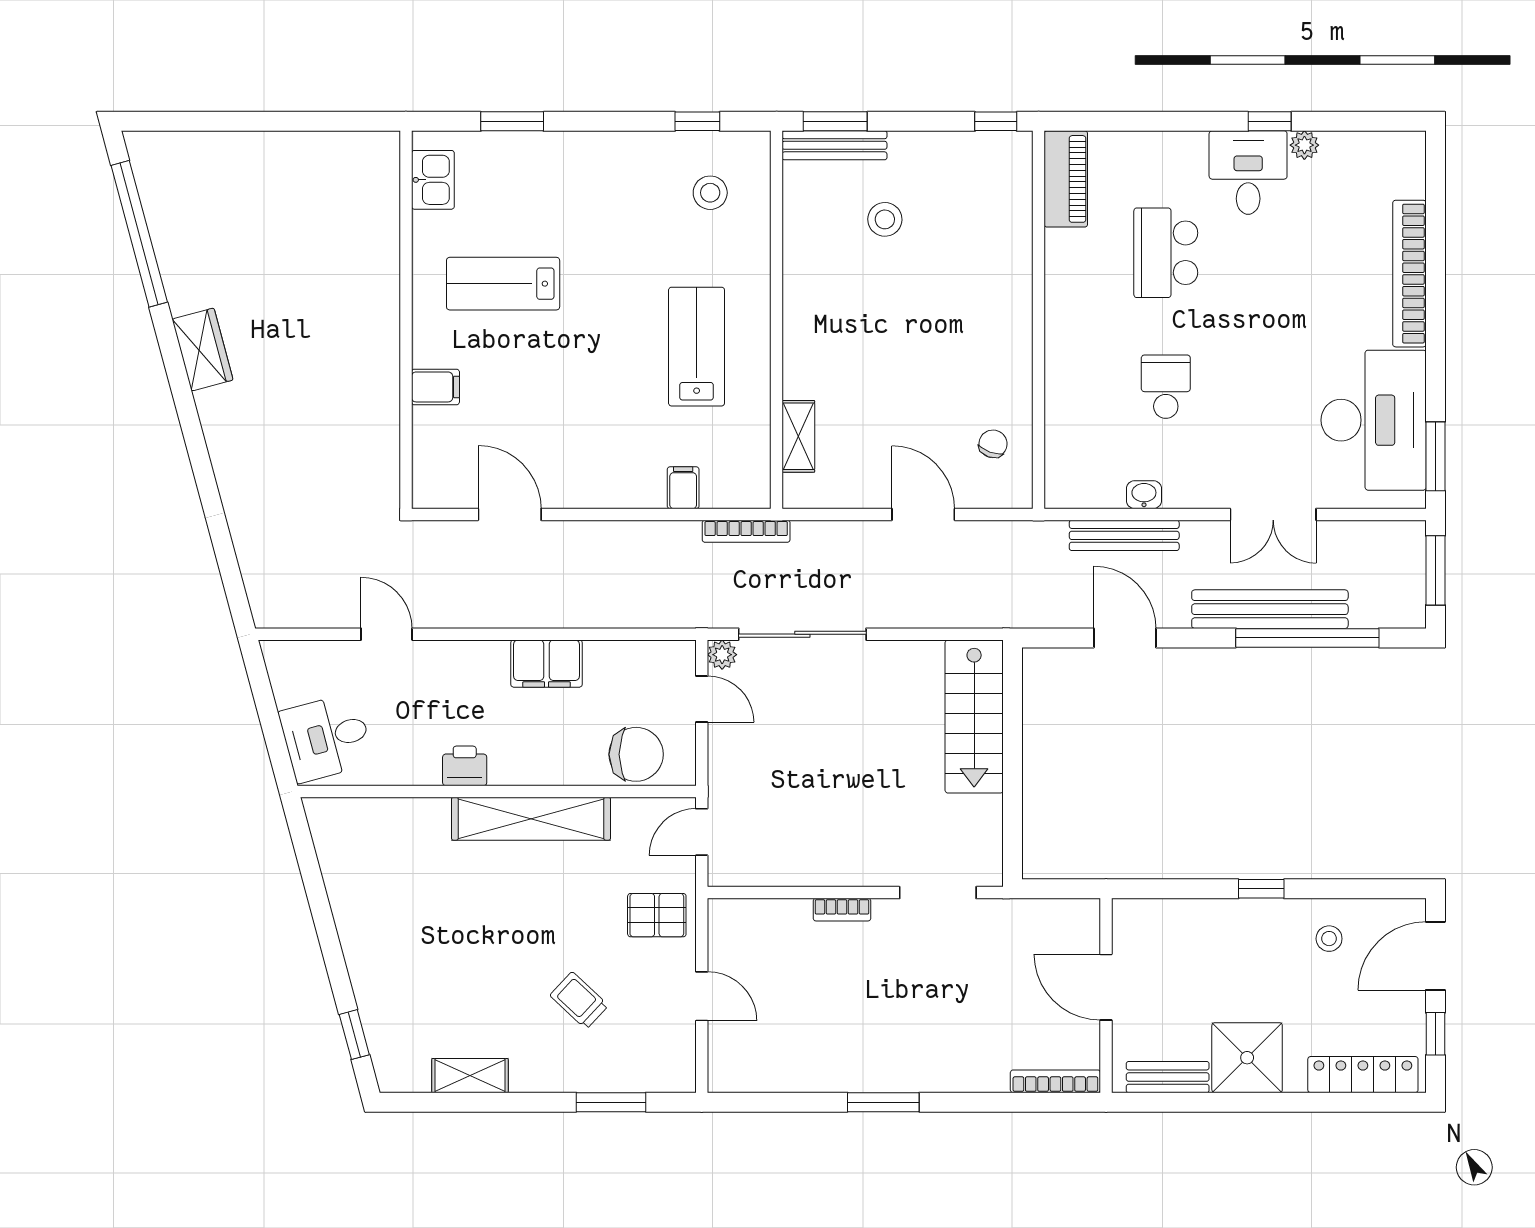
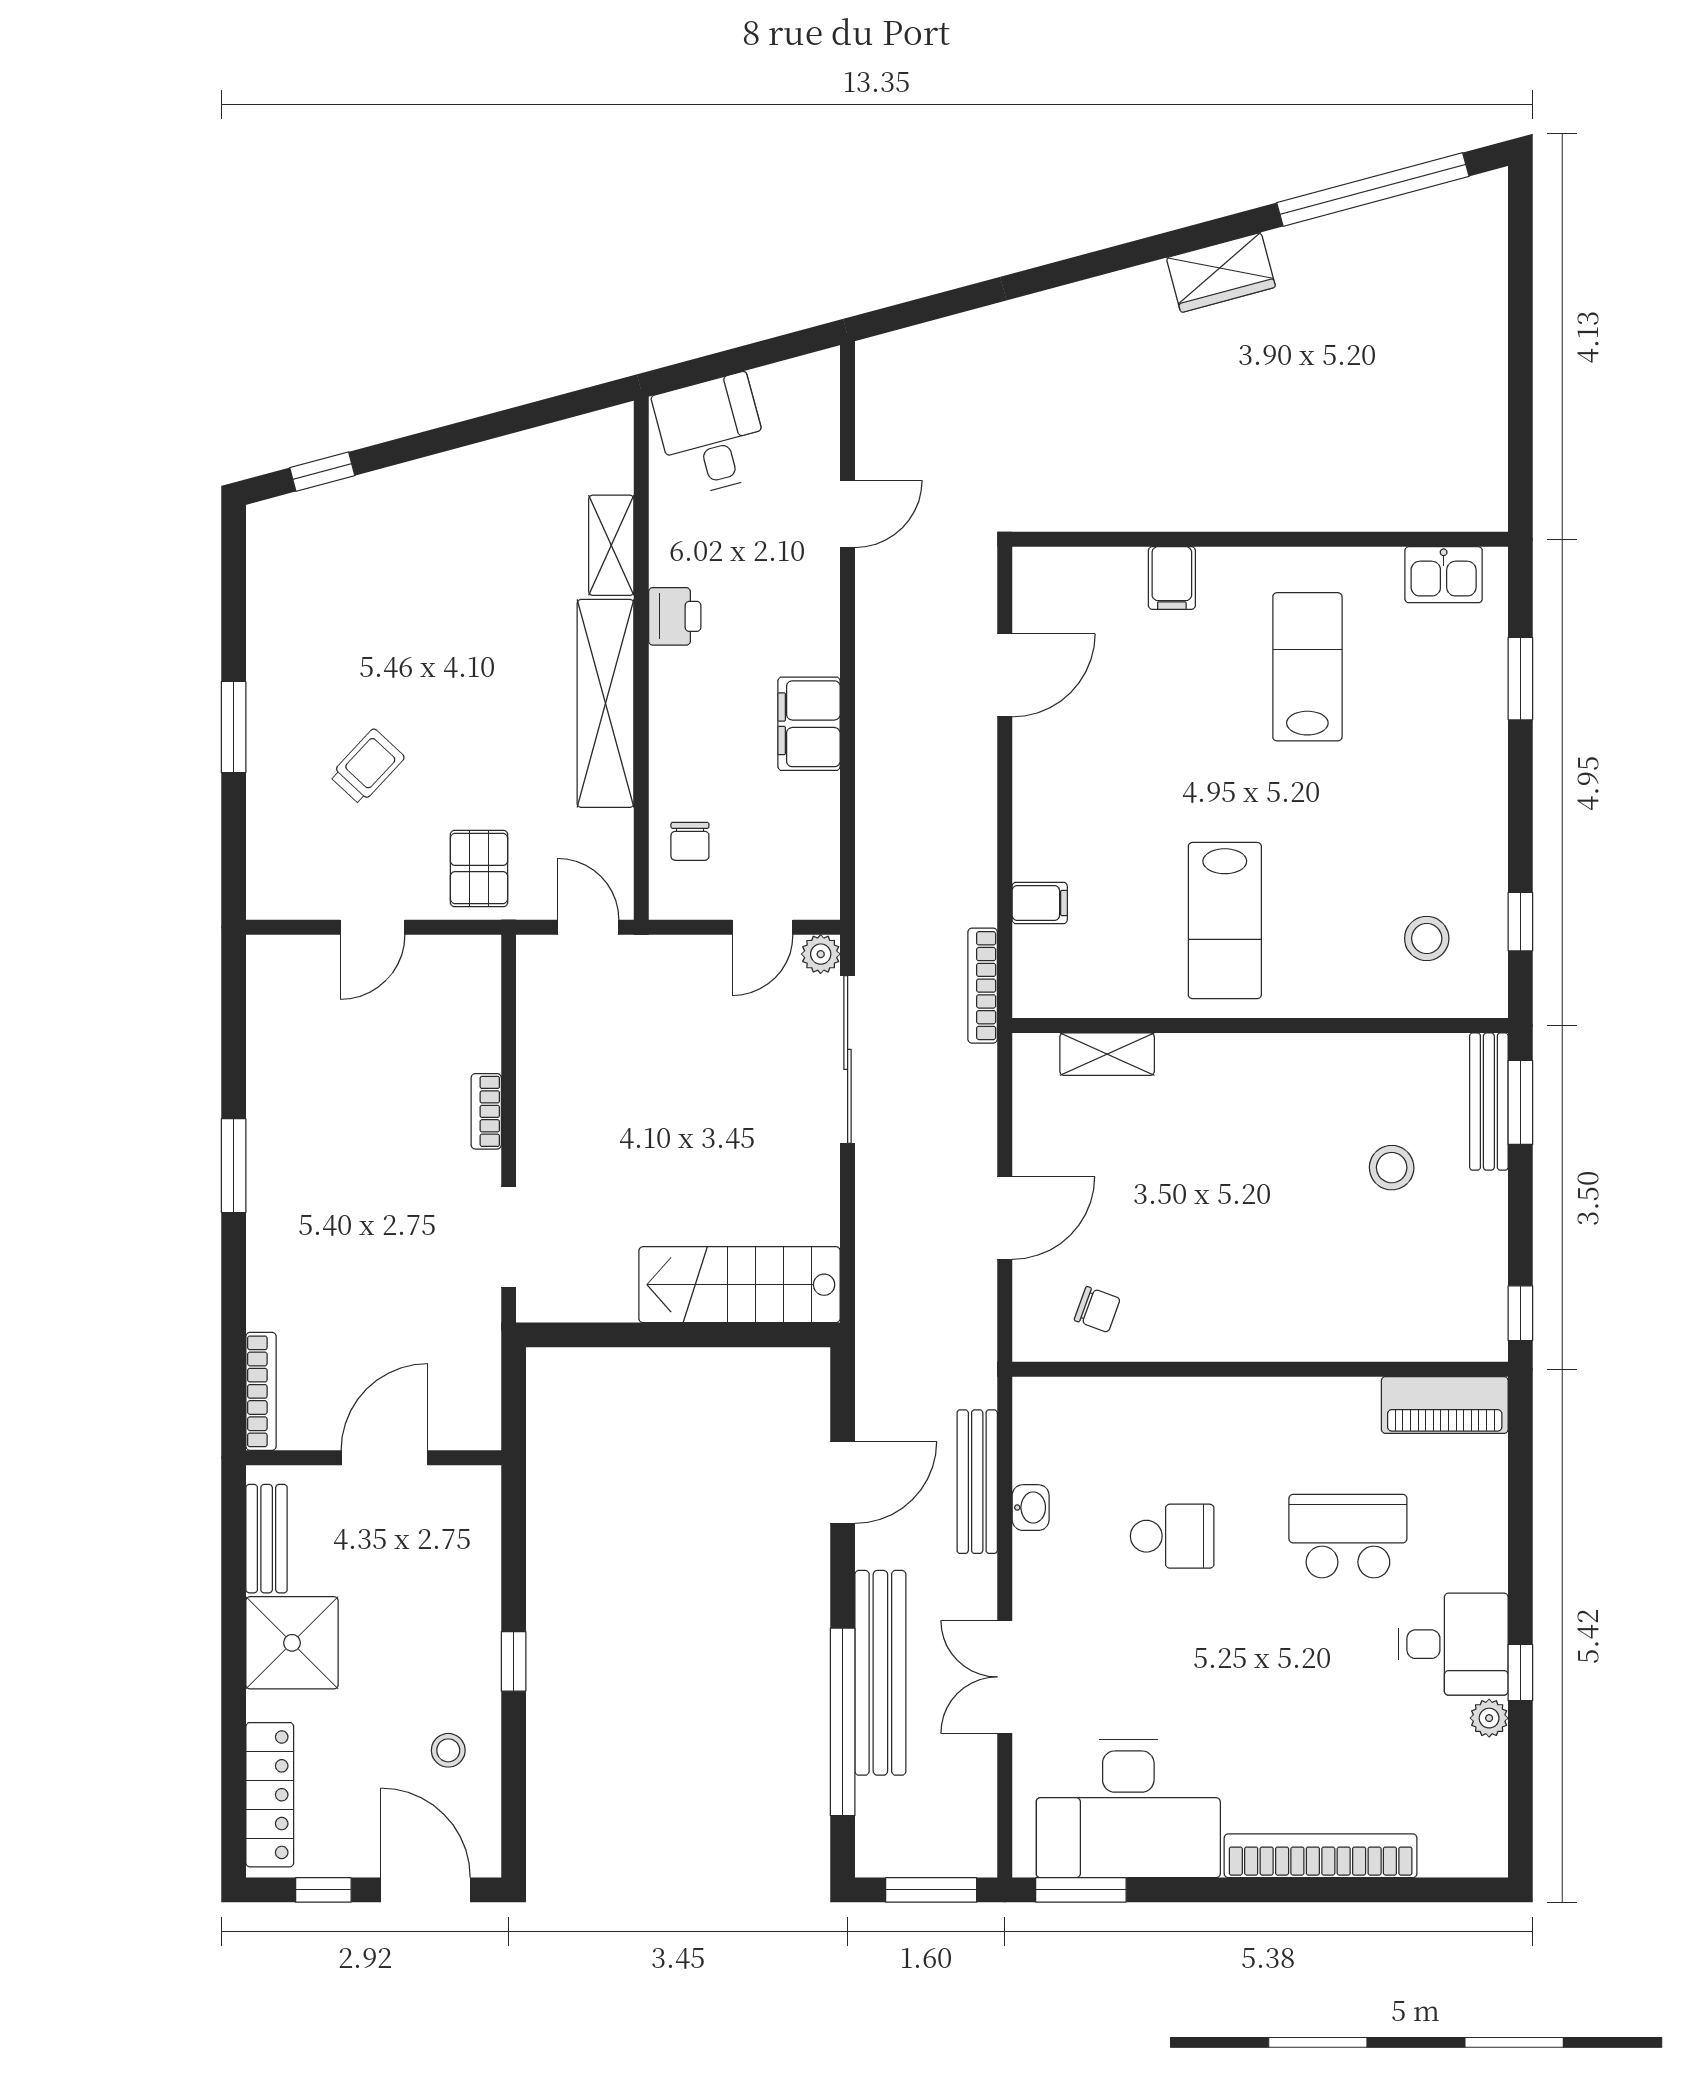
lab bench: (697, 347) -> (1225, 921), turned 90
chair: (636, 754) -> (690, 841), width x0.54, depth x0.54
shelving: (470, 1076) -> (611, 545), moved
window: (611, 1102) -> (234, 727), moved

